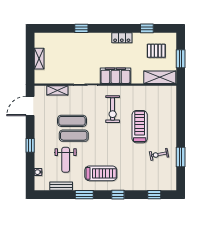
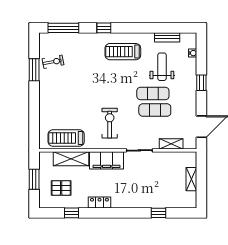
window: (81, 28) -> (158, 213), moved
shelving: (160, 77) -> (71, 159), moved
treadmill: (140, 127) -> (66, 138), moved, turned 90
exercise bike: (159, 154) -> (53, 62), moved
window: (84, 195) -> (141, 28), removed
window: (154, 195) -> (63, 28), width x2.17

